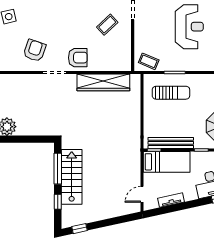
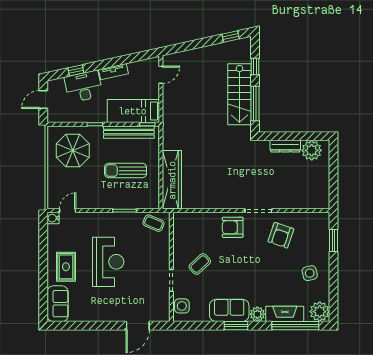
reception desk: (189, 27) -> (108, 262), turned 180
wardrobe: (103, 82) -> (172, 180), moved, turned 90
sun lounger: (171, 93) -> (126, 171), moved
dresser: (31, 130) -> (285, 146), added
tv unit: (171, 200) -> (113, 72), moved

